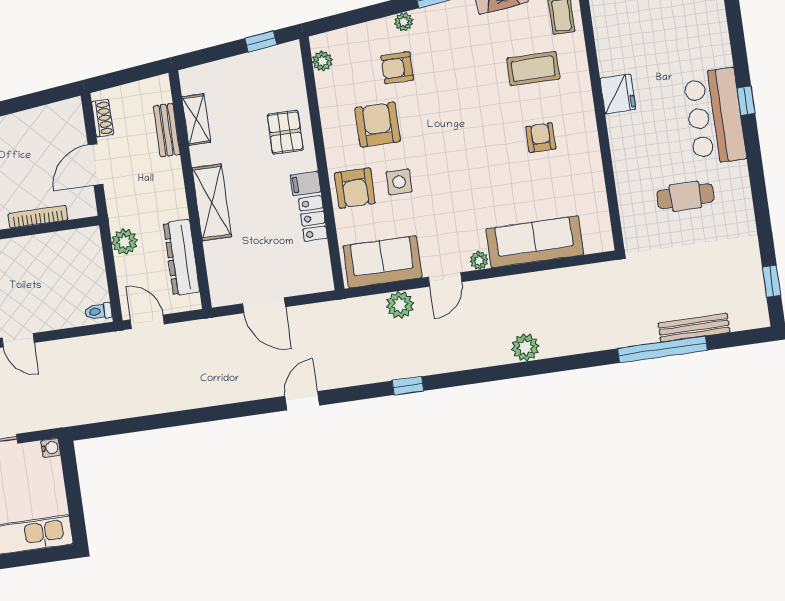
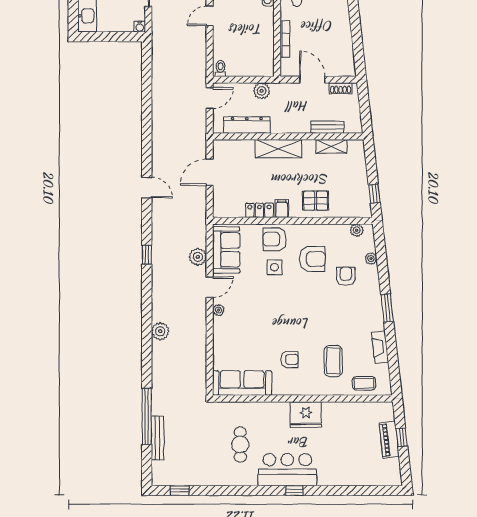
plant: (404, 22) -> (371, 258), moved
fridge: (618, 94) -> (306, 415), width x1.36, depth x1.34
sofa: (535, 242) -> (242, 383), moved, turned -90
door: (445, 279) -> (210, 287), swing flipped

